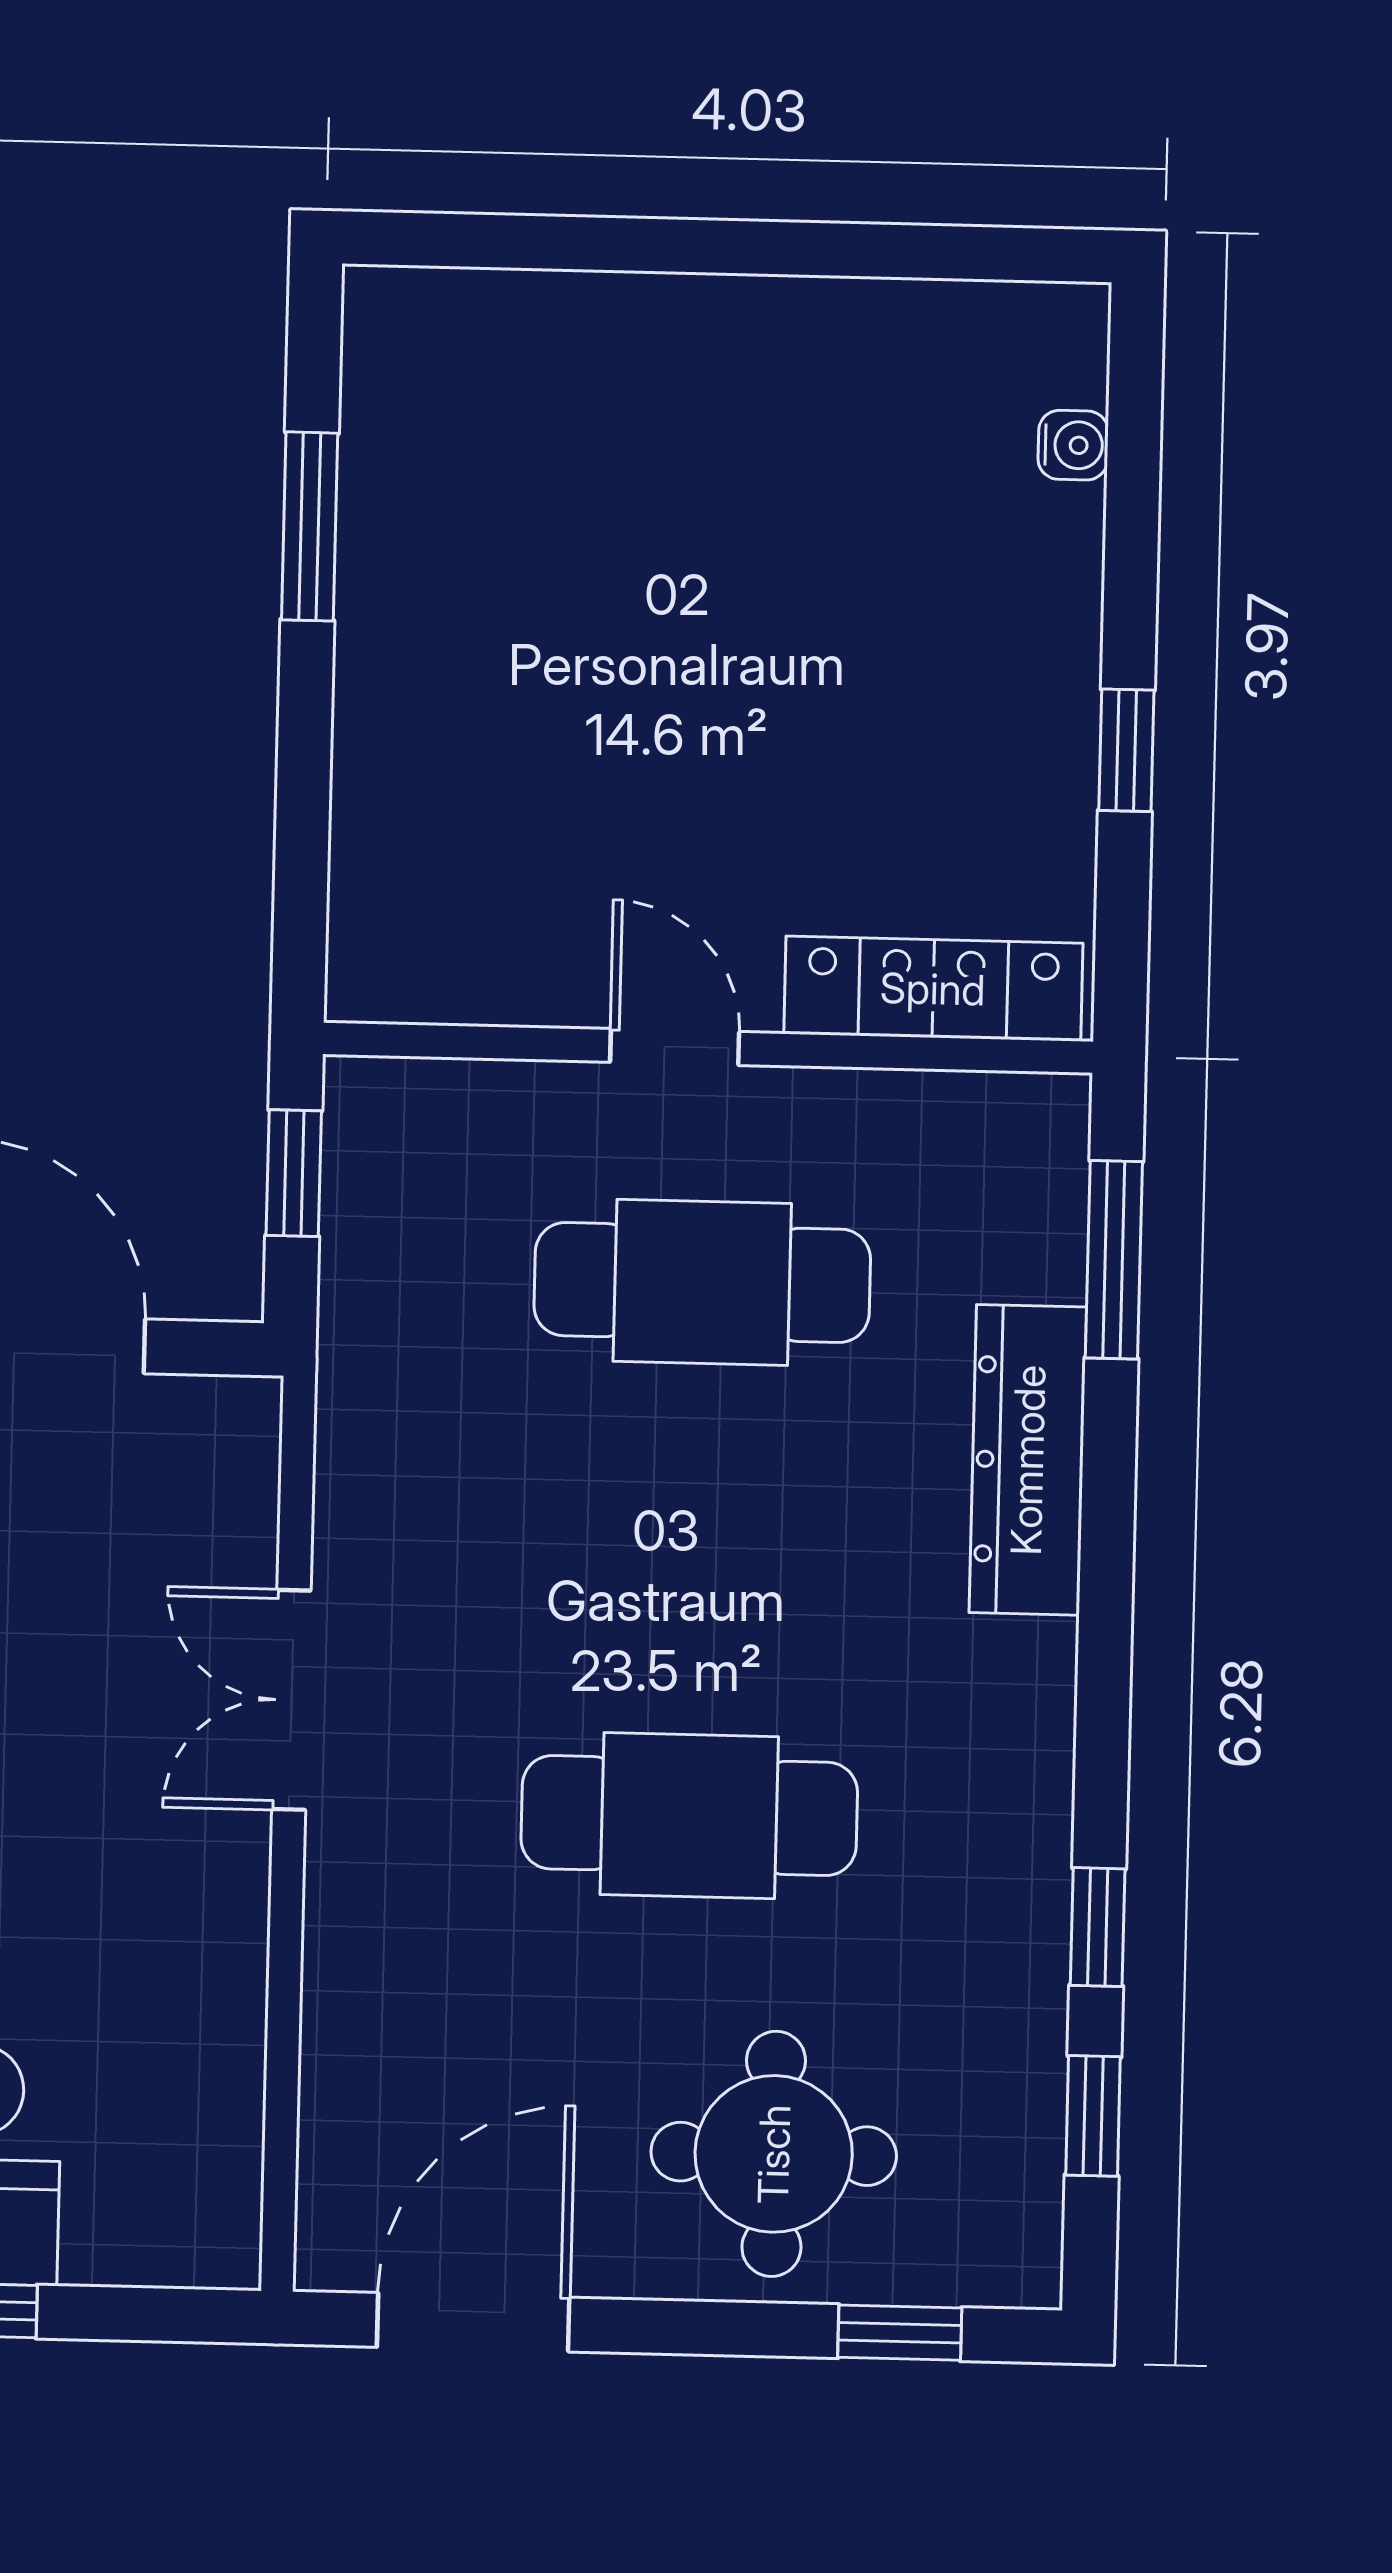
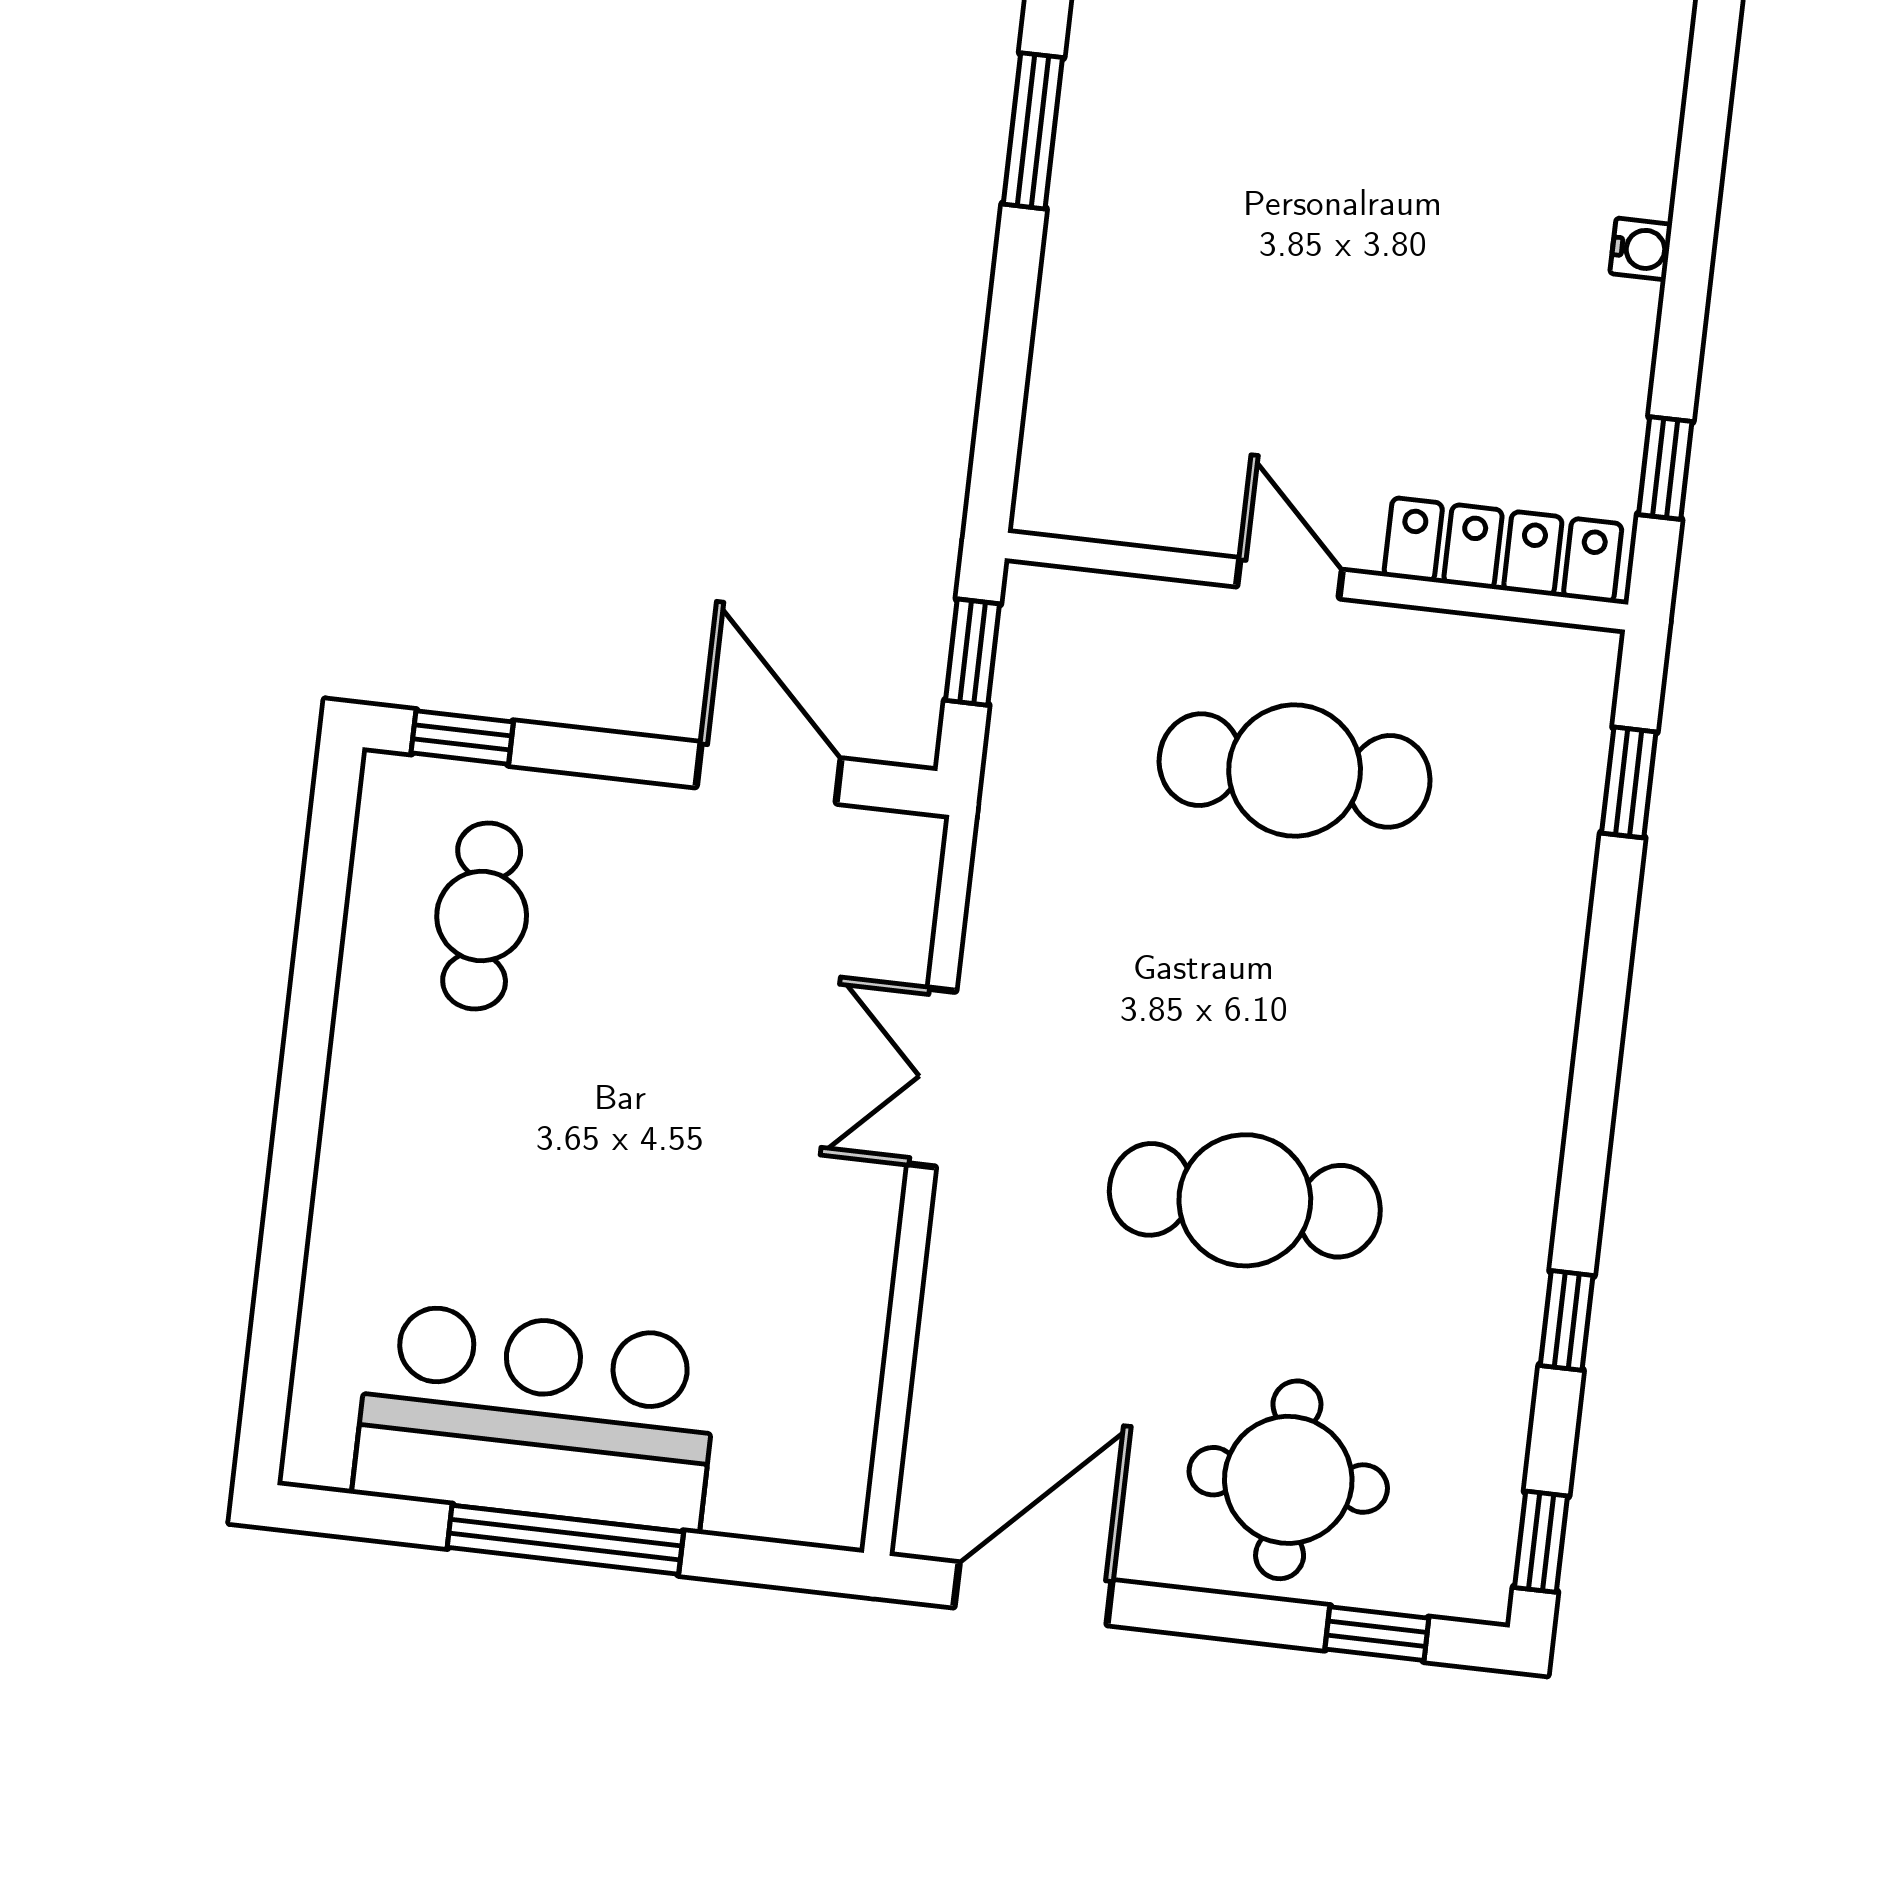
water cooler: (1073, 445) -> (1641, 249), moved
window: (1126, 750) -> (1665, 468), moved
window: (1114, 1260) -> (1629, 782), width x0.67
dresser: (1028, 1460) -> (1545, 938), removed
window: (1093, 2116) -> (1541, 1542), moved

